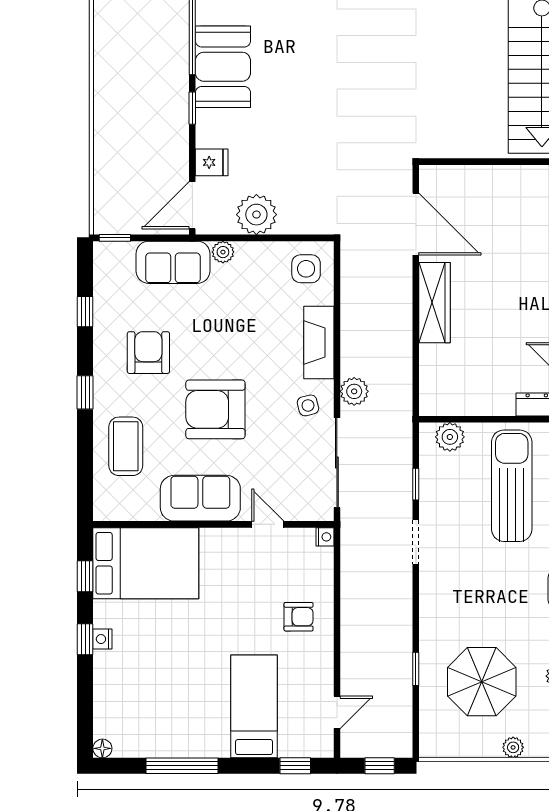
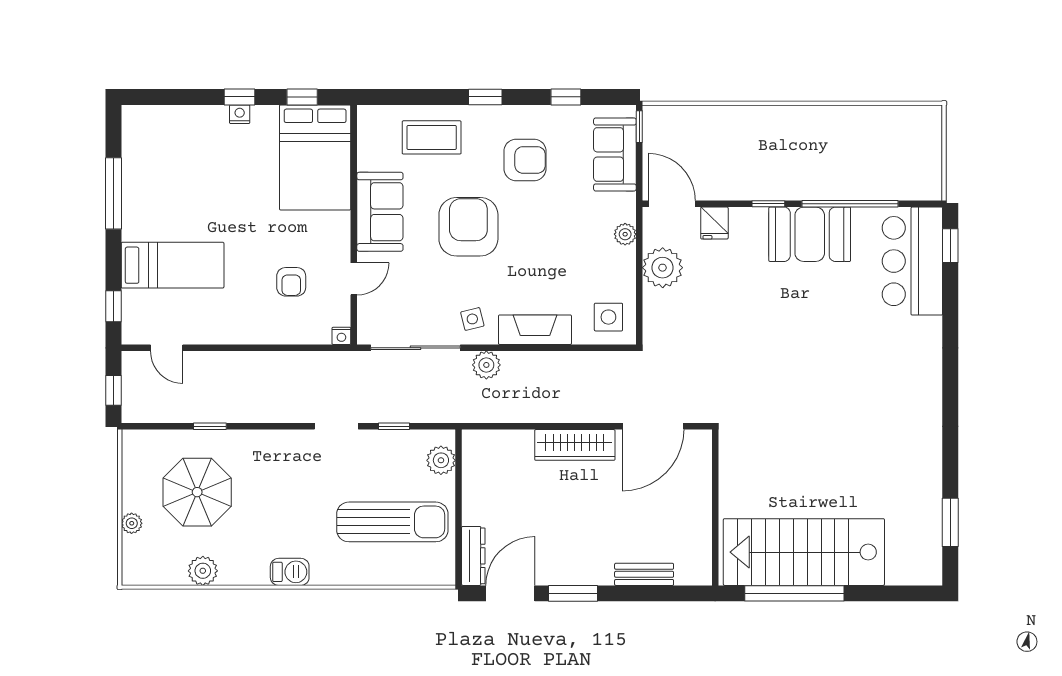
sofa: (173, 262) -> (615, 154), moved
armchair: (299, 617) -> (291, 282), moved
floor lamp: (102, 748) -> (131, 114), removed

